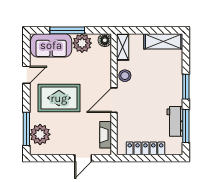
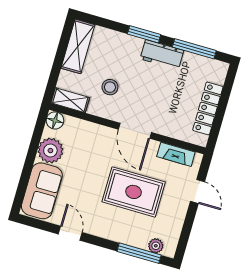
window: (67, 30) -> (29, 165), removed
stool: (125, 76) -> (110, 87), moved
rug: (59, 98) -> (134, 192), moved, turned 90
workbench: (175, 121) -> (162, 55), moved
plant: (40, 134) -> (156, 246), width x0.53, depth x0.53

